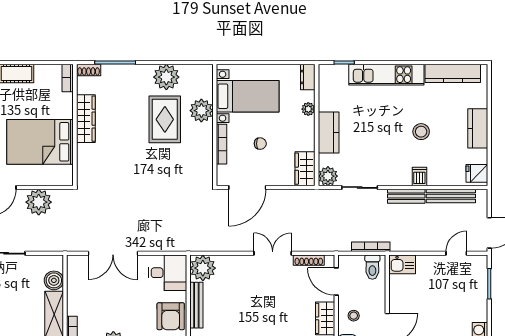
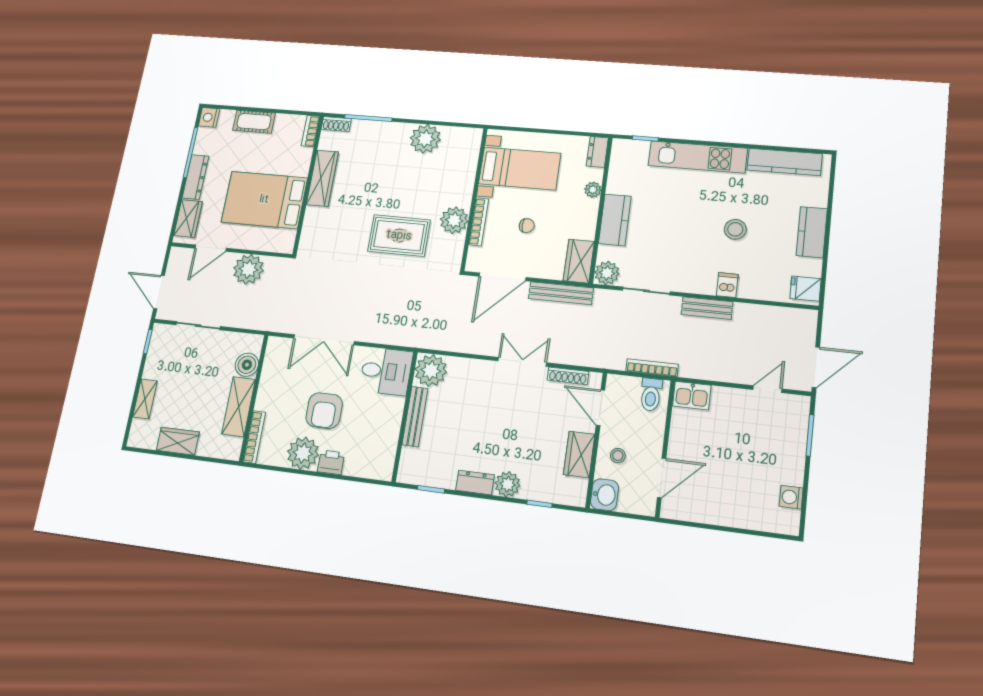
plant: (201, 111) -> (454, 220), moved
rug: (165, 119) -> (399, 236), moved, turned 90
bench: (451, 196) -> (561, 293), moved
armchair: (171, 316) -> (324, 411), moved

